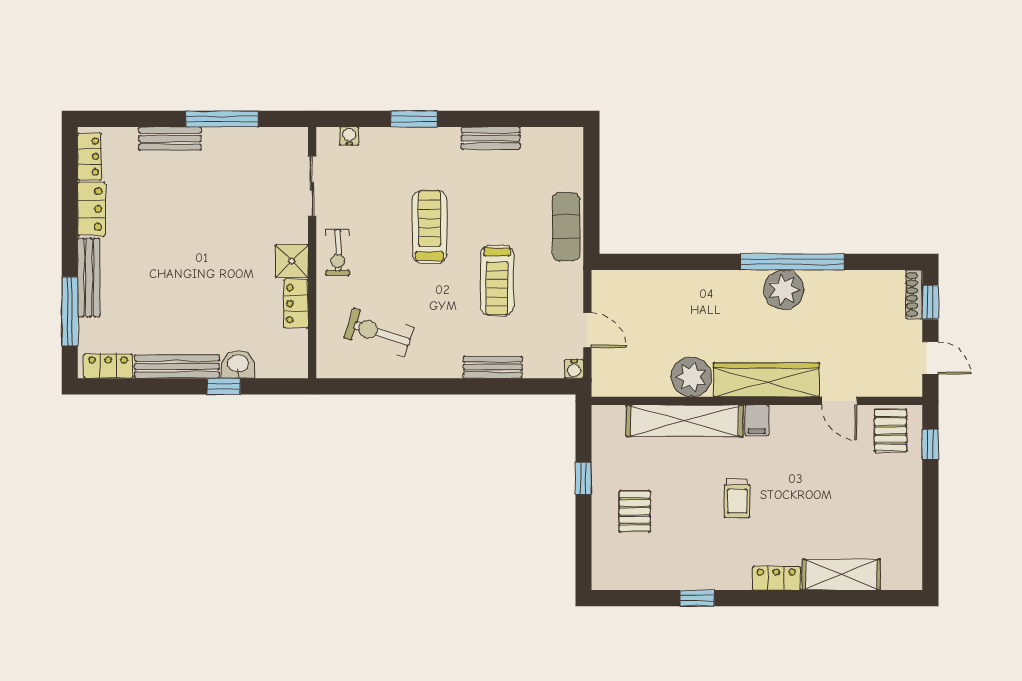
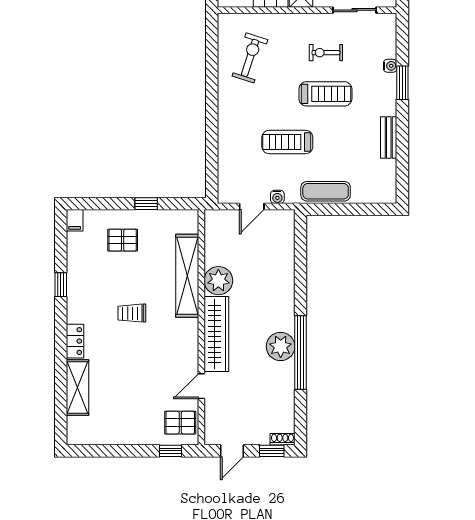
water cooler: (349, 136) -> (390, 66), moved
exercise bike: (338, 253) -> (326, 53), moved
shoe rack: (914, 294) -> (282, 439), width x0.70
bench: (493, 367) -> (225, 139), removed
water cooler: (574, 369) -> (277, 197), moved, turned -90
filing cabinet: (757, 420) -> (75, 220), moved, turned -90

